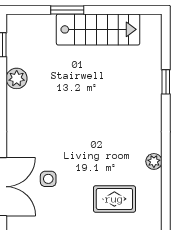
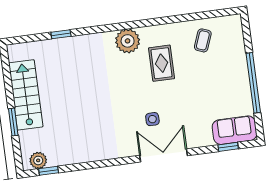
plant: (17, 78) -> (38, 160), moved
plant: (154, 161) -> (128, 41), width x1.88, depth x1.88

